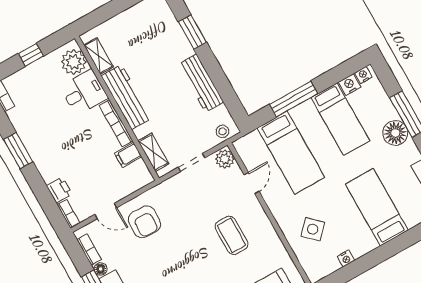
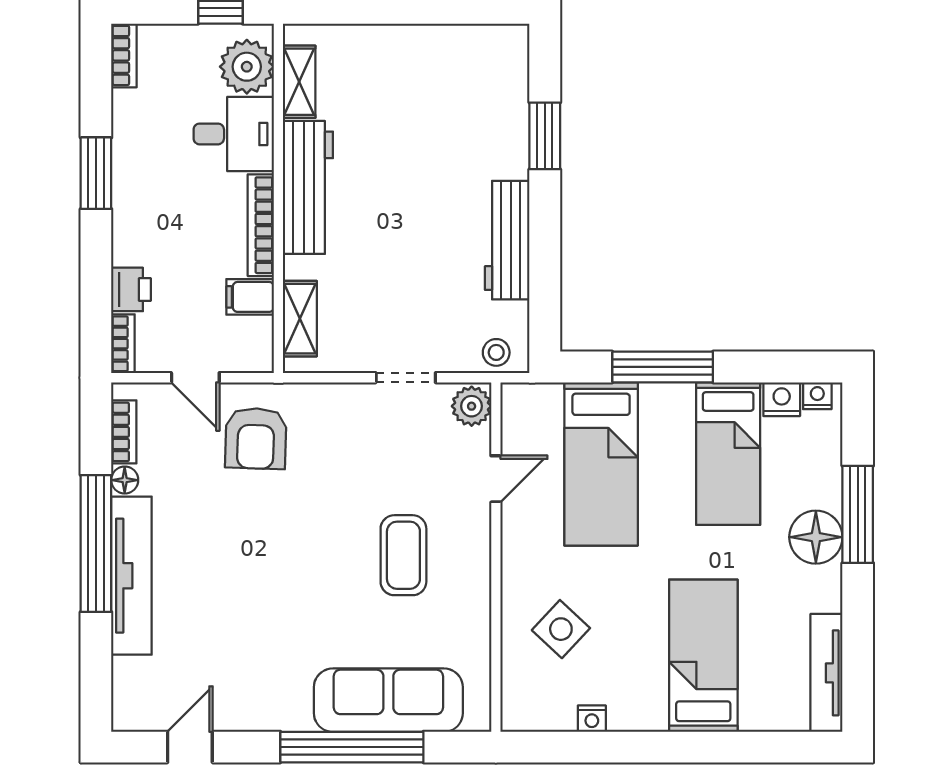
shelving: (99, 56) -> (299, 82), moved
plant: (74, 62) -> (247, 67), moved
desk: (84, 92) -> (234, 134), moved
workbench: (126, 97) -> (308, 187), moved
wall: (117, 108) -> (278, 198), moved
bookcase: (116, 123) -> (261, 225), moved
shelving: (153, 152) -> (300, 319), moved
filing cabinet: (128, 155) -> (250, 297), moved

